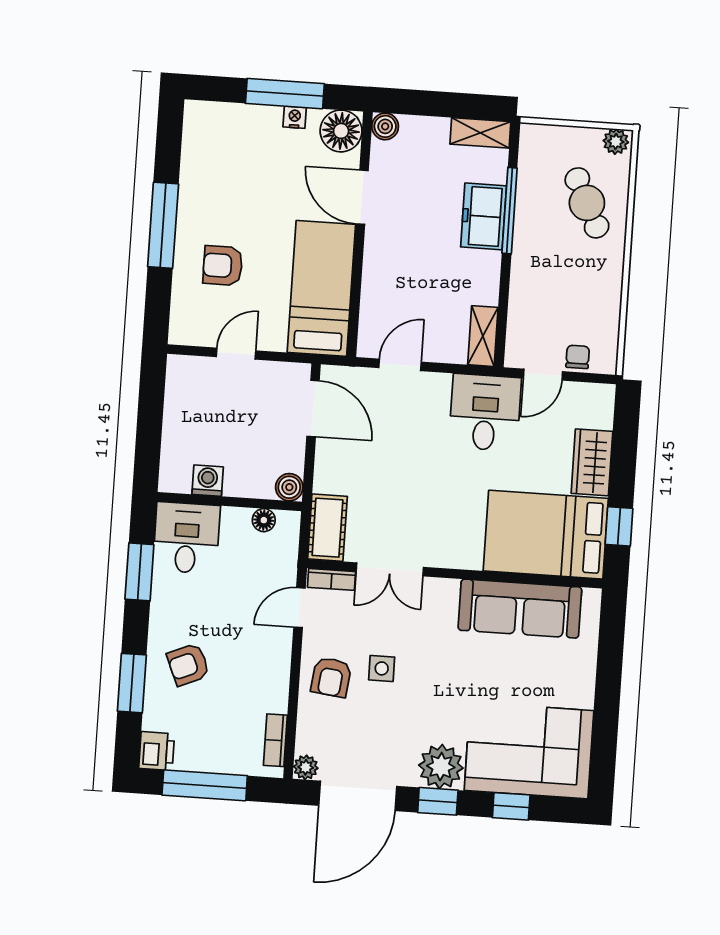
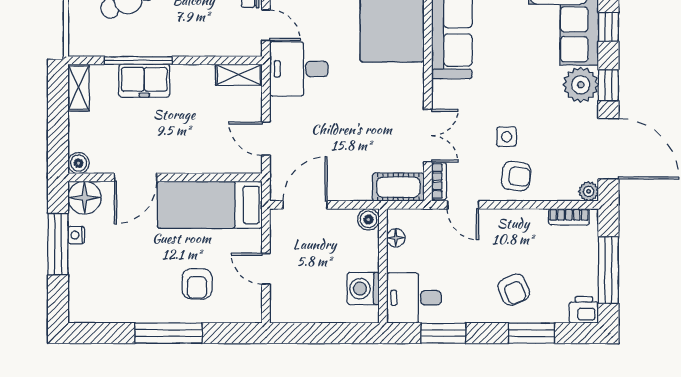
washing machine: (208, 481) -> (363, 289), width x1.38, depth x1.38

